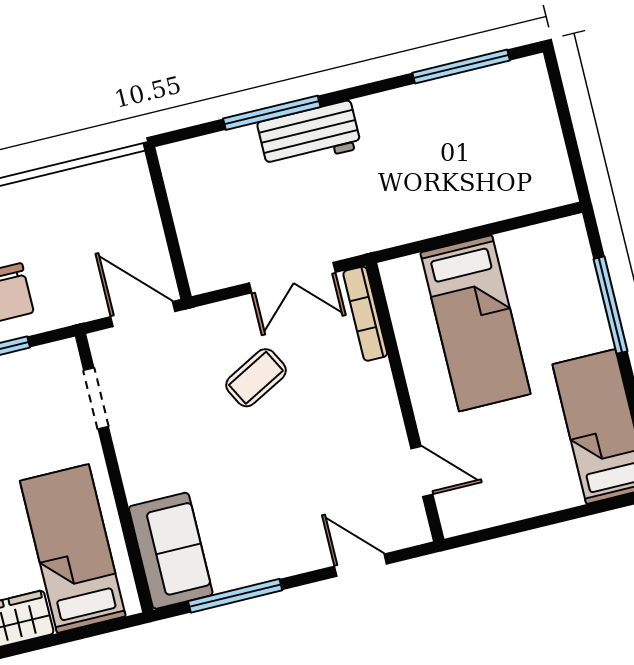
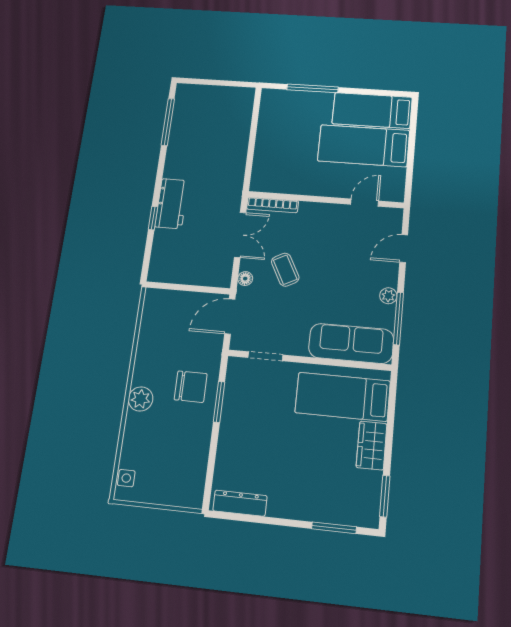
window: (272, 113) -> (153, 218), width x0.46
floor lamp: (217, 315) -> (245, 279), added
bed: (475, 323) -> (364, 146), moved, turned 180
sofa: (171, 551) -> (351, 343), width x1.36
plant: (269, 566) -> (388, 296), added

